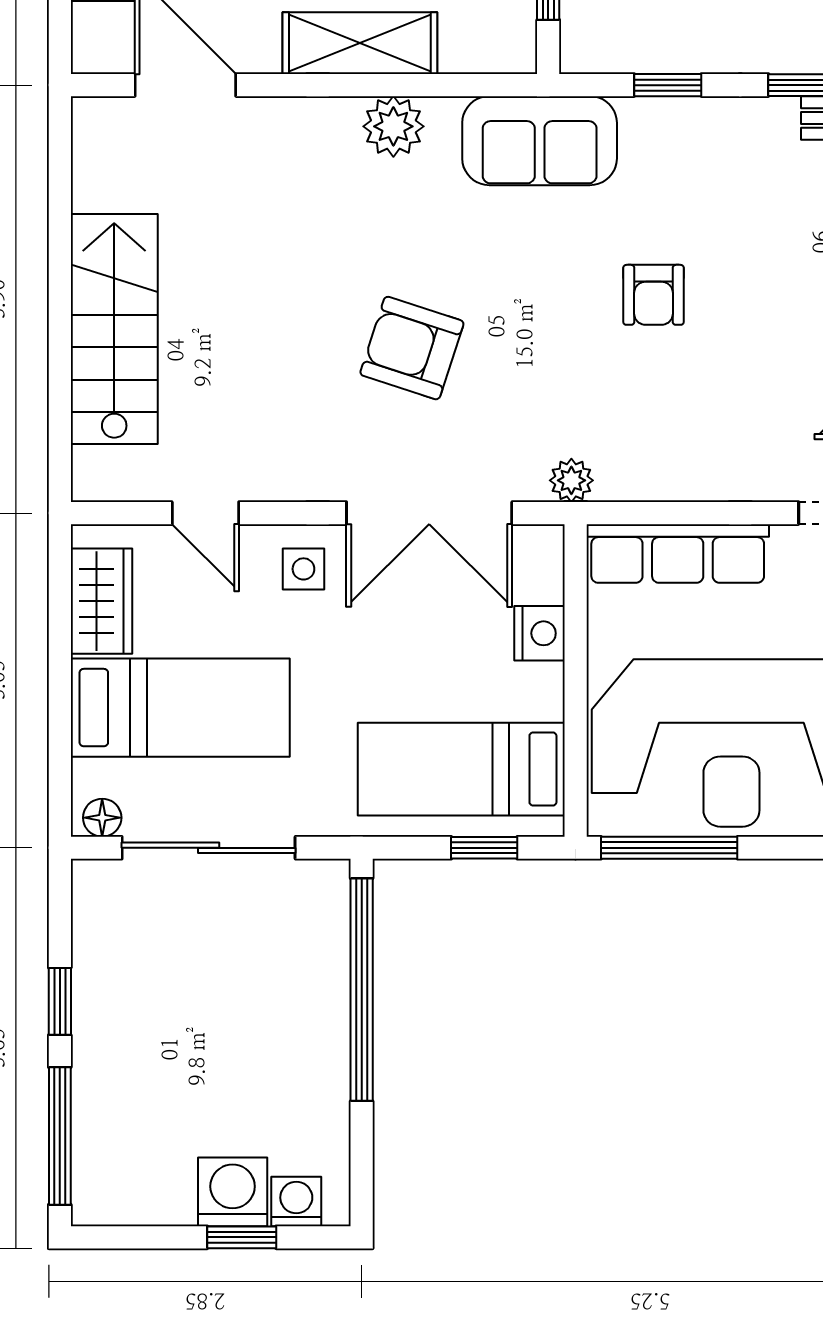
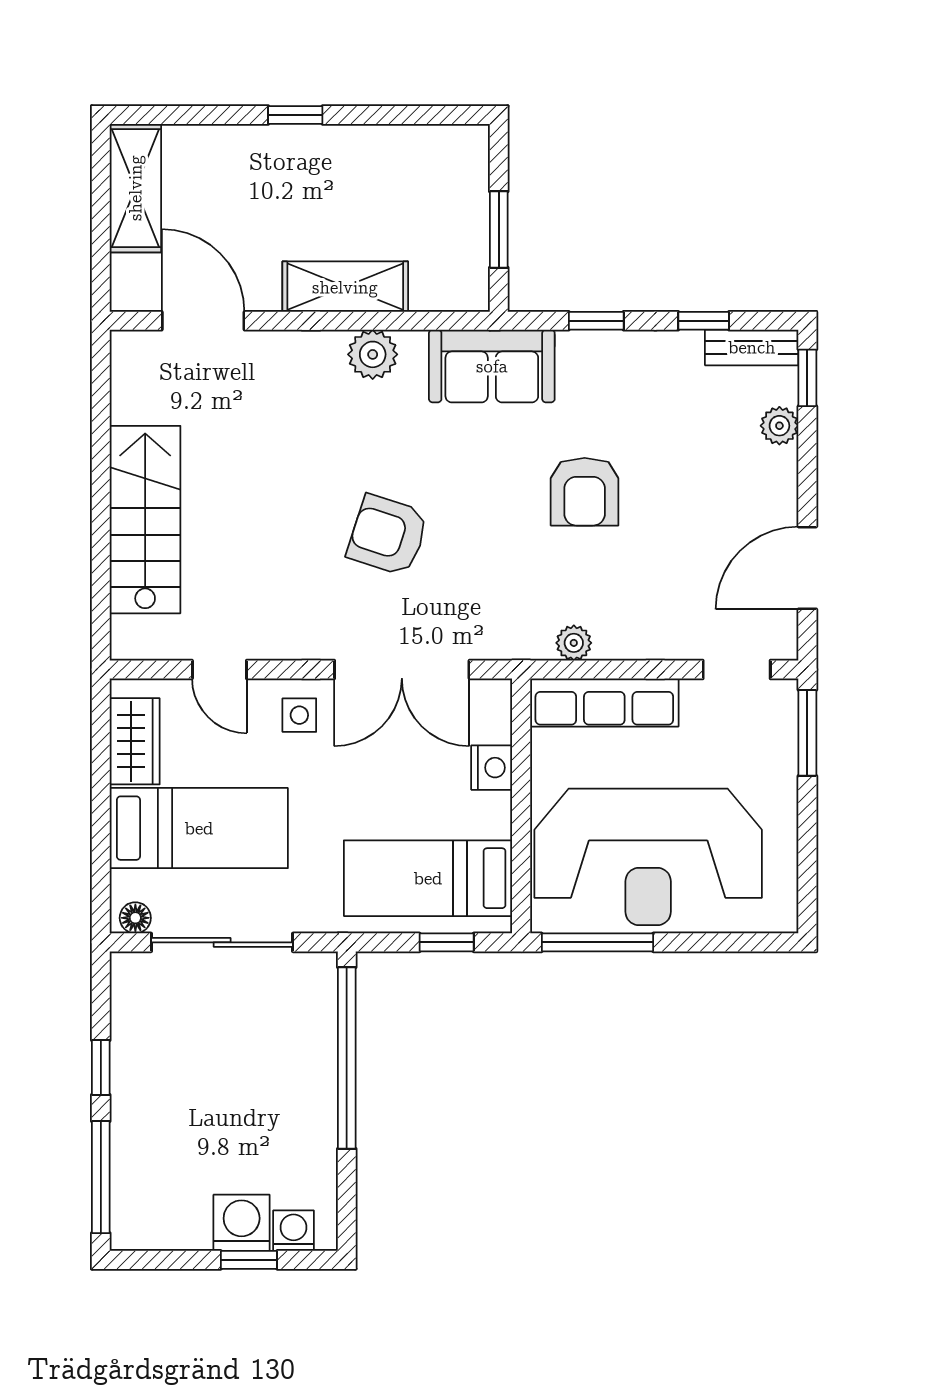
armchair: (653, 295) -> (585, 492), width x1.38, depth x1.38
plant: (571, 480) -> (574, 643), moved

